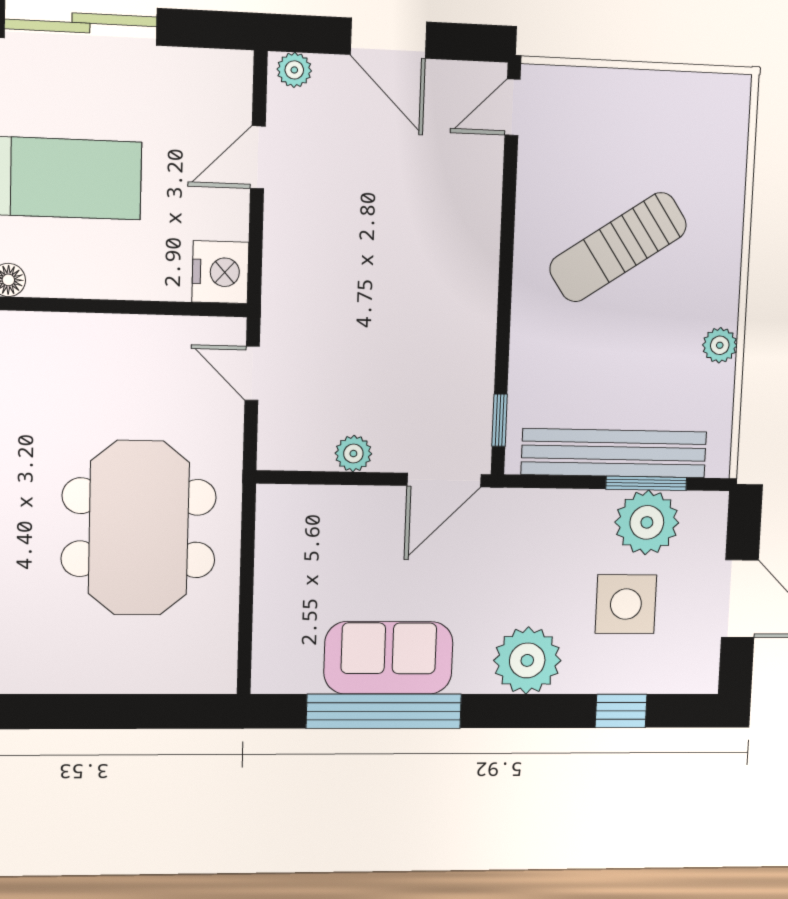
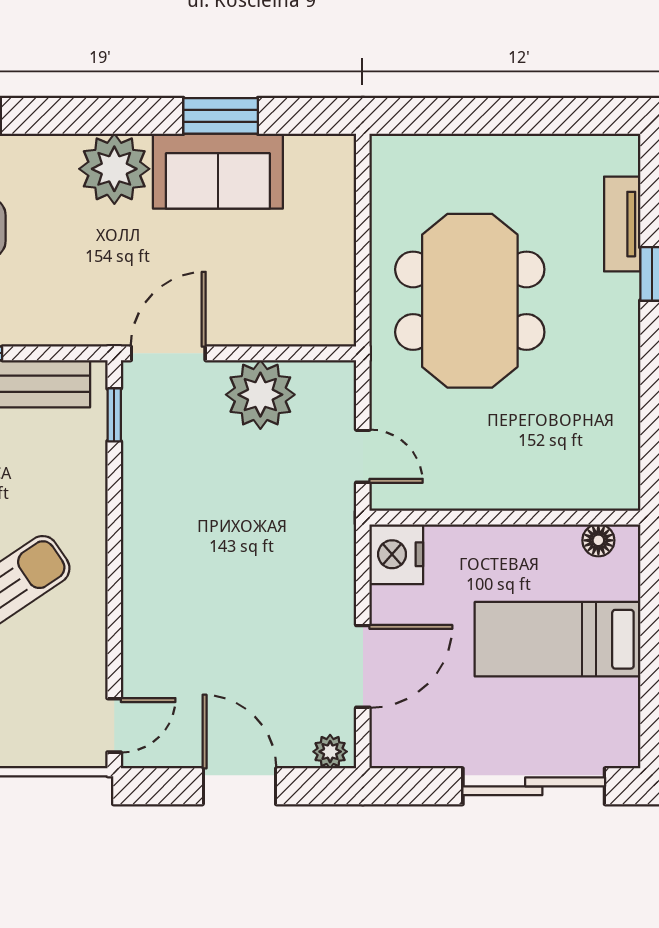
door: (258, 157) -> (363, 666), width x1.38
plant: (353, 454) -> (260, 395), width x1.88, depth x1.88
plant: (527, 660) -> (114, 169), moved
window: (384, 711) -> (221, 116), width x0.47

